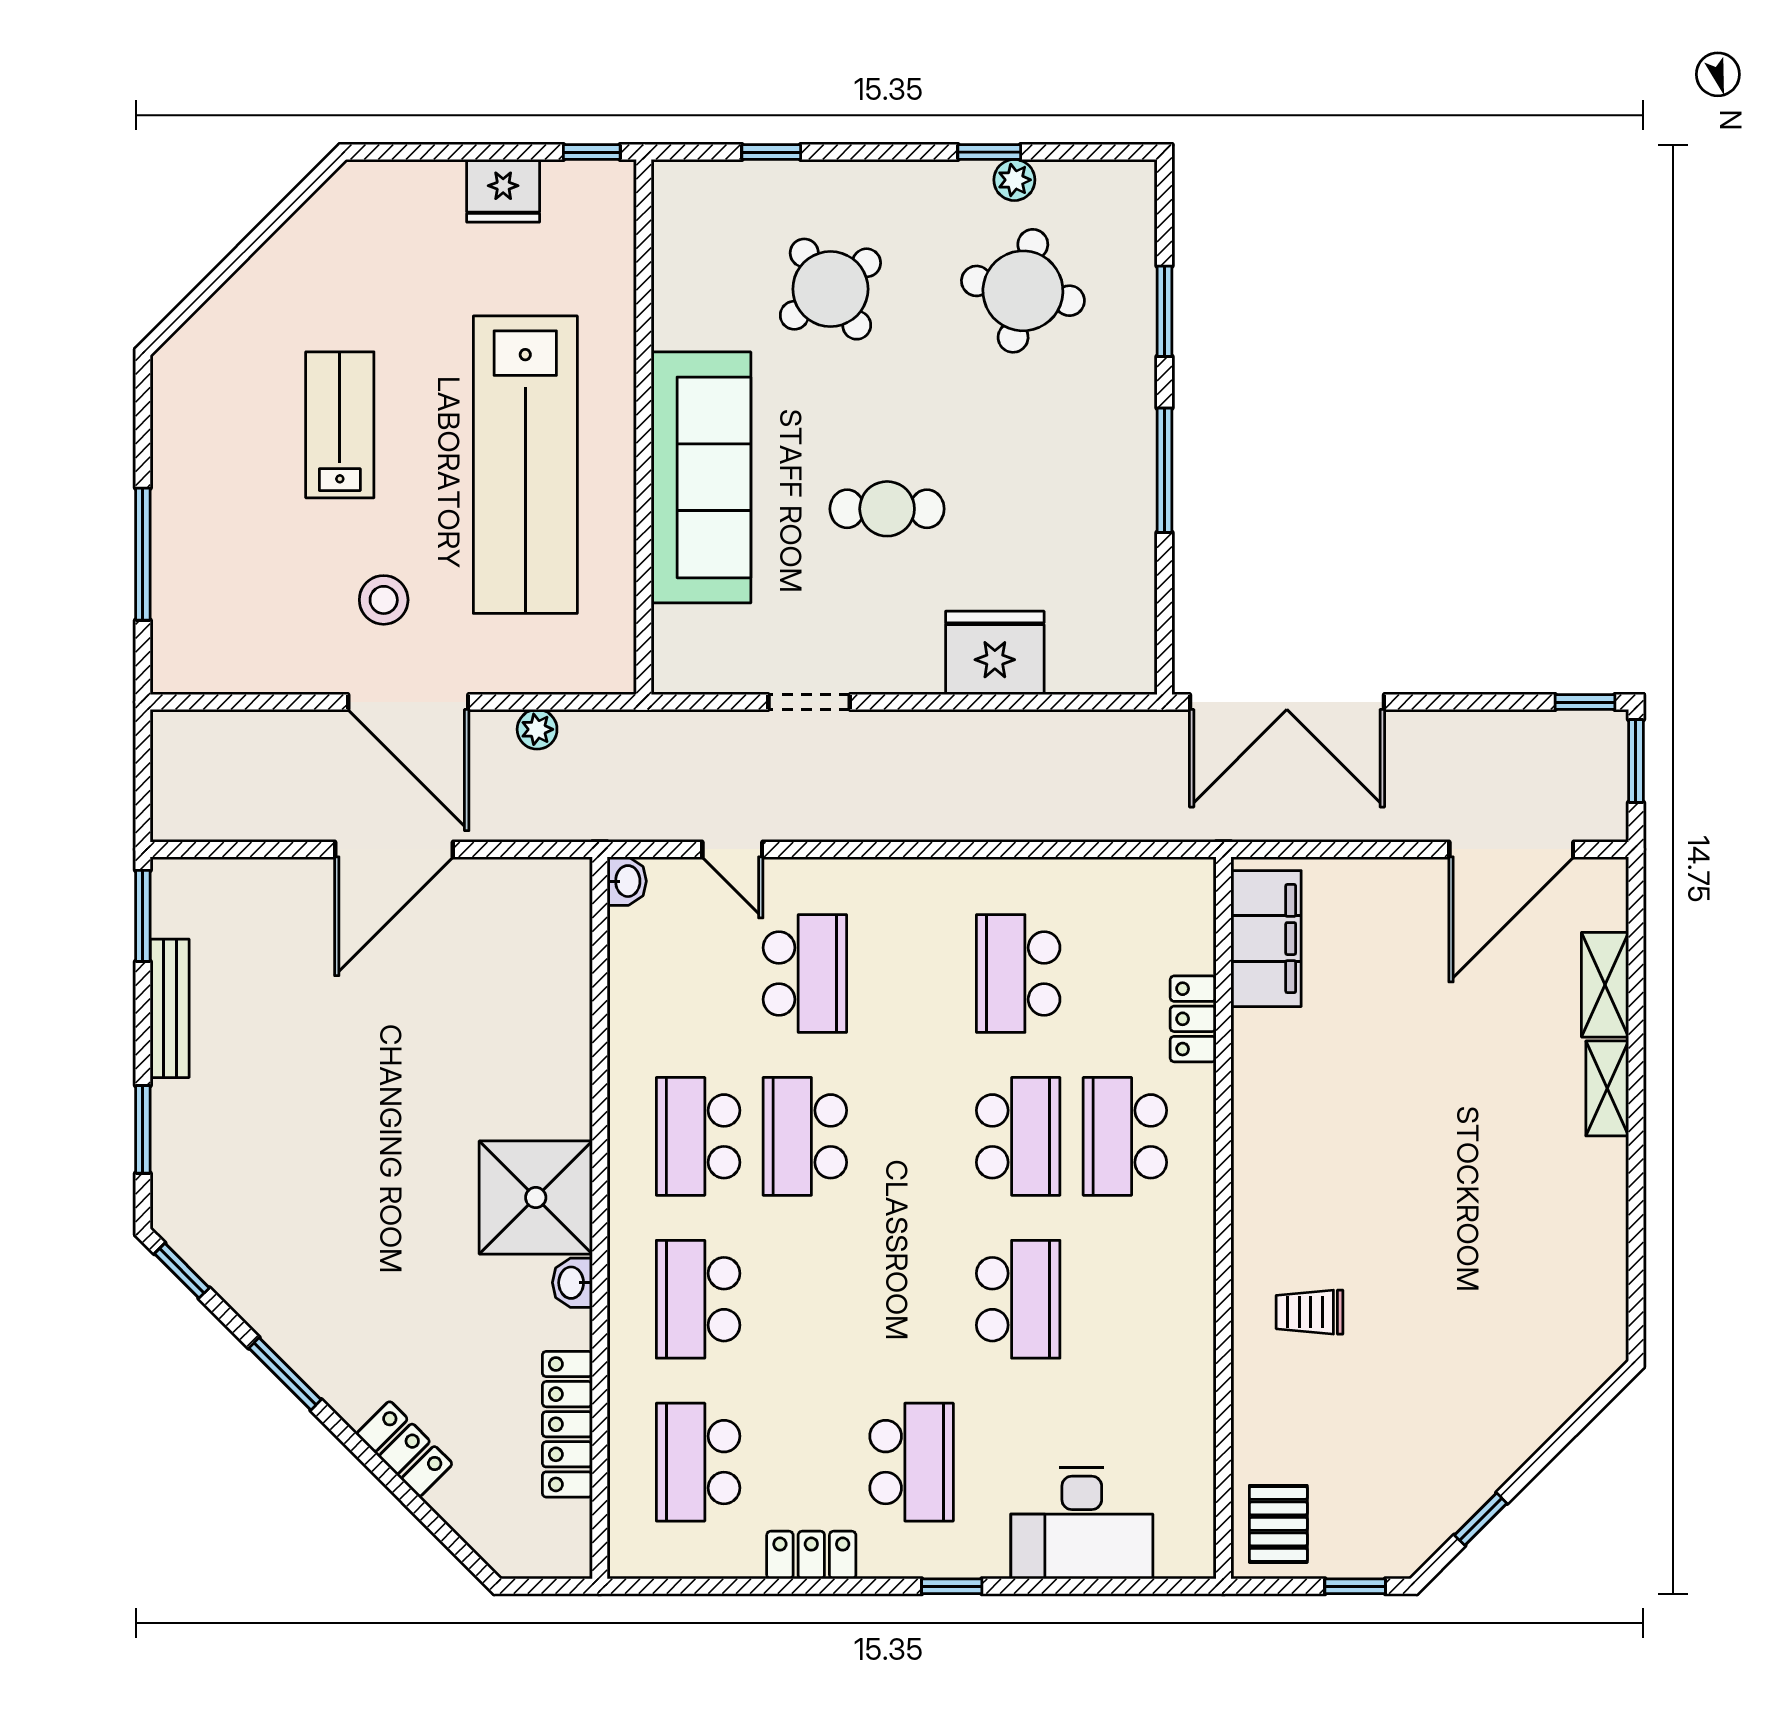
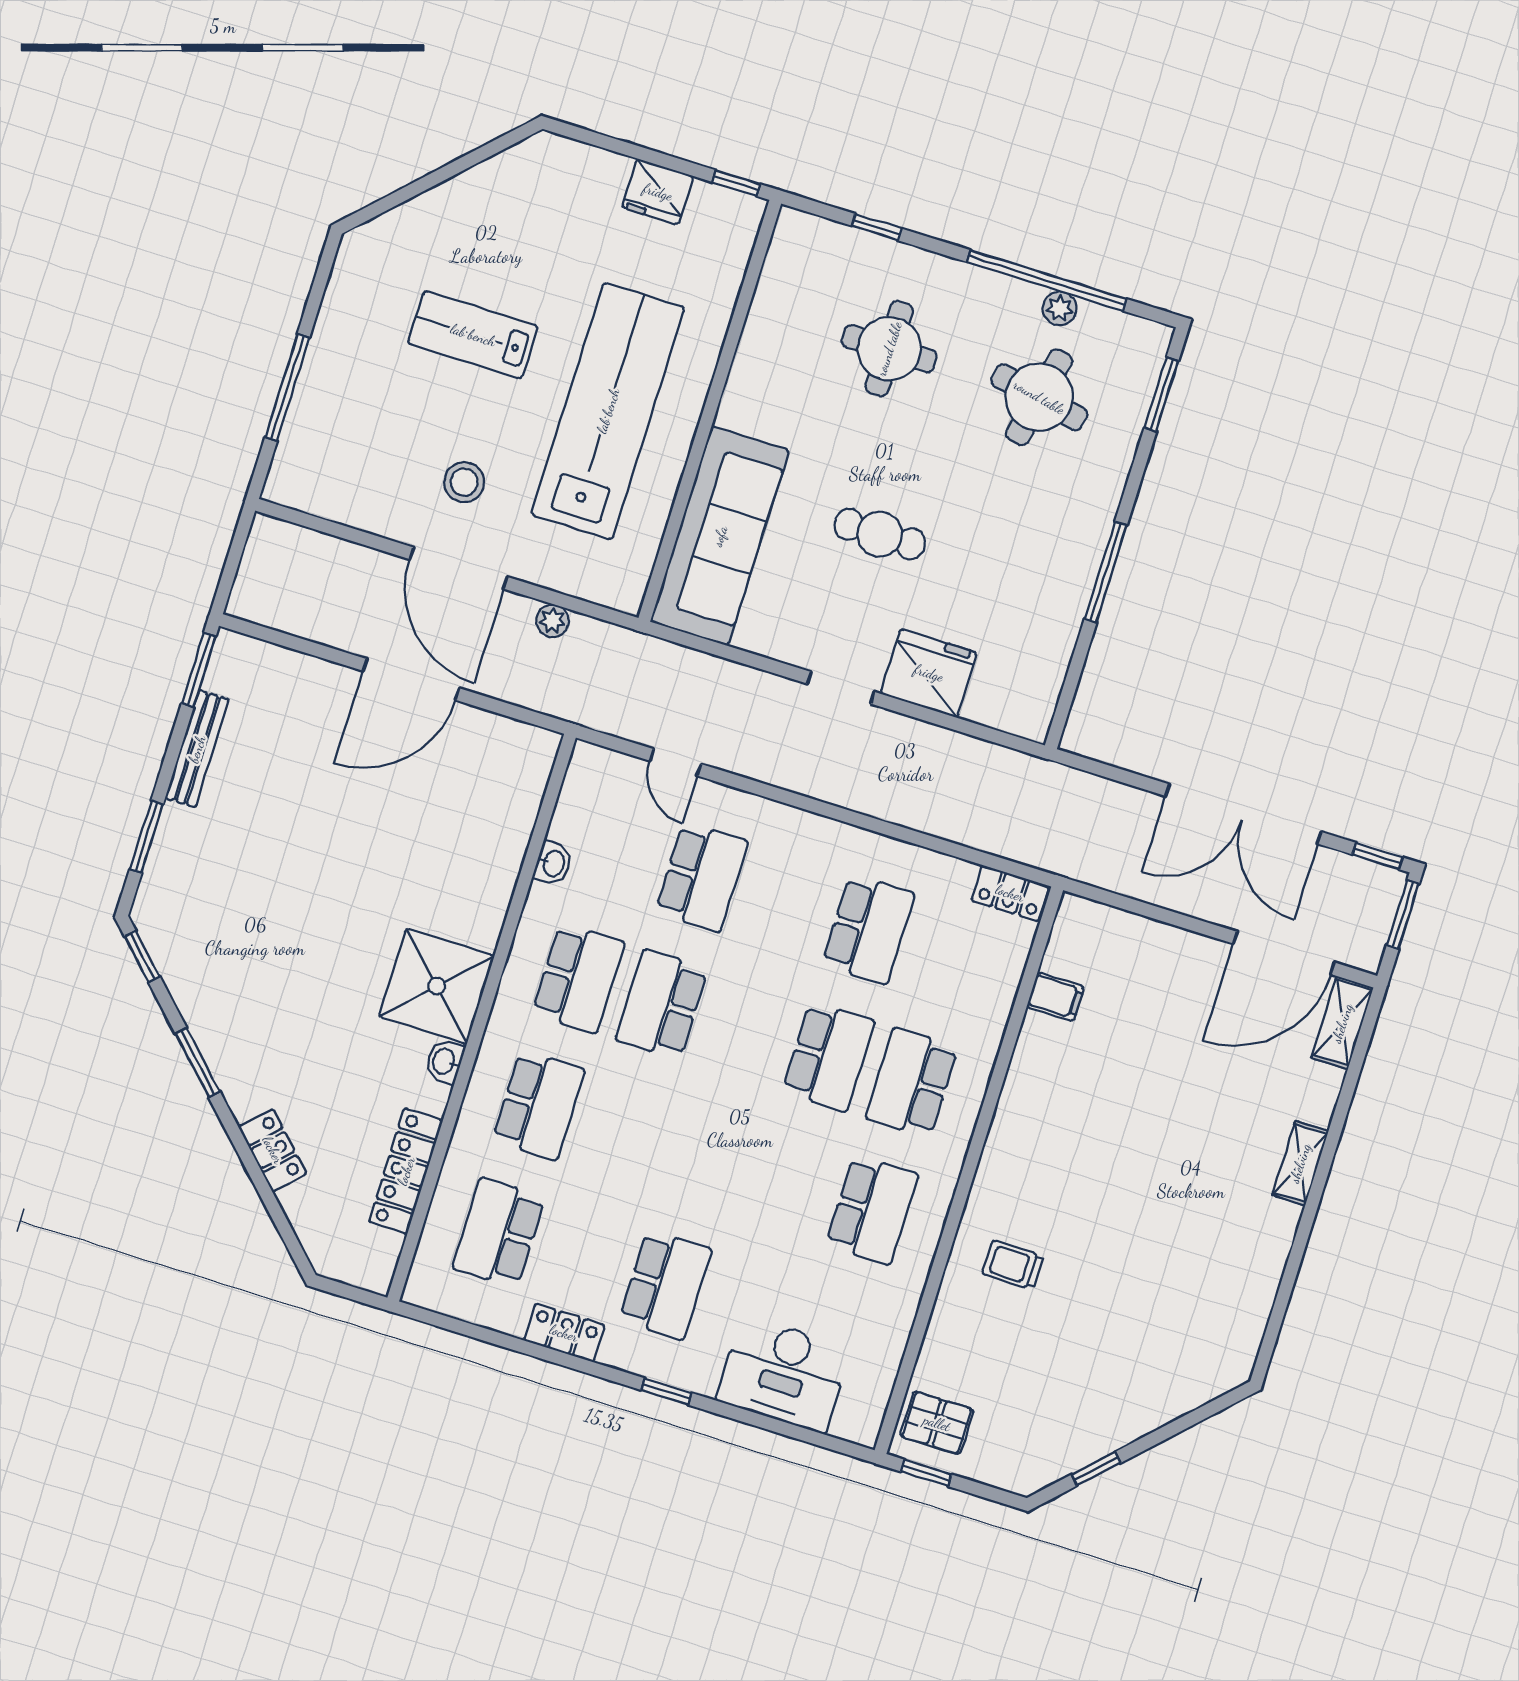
window: (989, 152) -> (1047, 280), width x3.17
round table: (830, 289) -> (889, 349), turned 36
window: (1164, 311) -> (1161, 394), moved
lab bench: (340, 425) -> (473, 335), turned -90
lab bench: (525, 465) -> (608, 411), turned 180
sofa: (701, 477) -> (720, 536), moved
doorway: (809, 702) -> (841, 688), moved
double door: (1287, 702) -> (1244, 814), moved
washbasin: (627, 881) -> (553, 863), moved
filing cabinet: (1266, 939) -> (1055, 997), width x0.33, depth x0.86
school desk: (1018, 973) -> (868, 929), turned 180
shelving: (1605, 985) -> (1342, 1023), moved
locker: (1193, 1019) -> (1010, 893), moved, turned -90
school desk: (698, 1136) -> (578, 978), turned 180
school desk: (698, 1299) -> (539, 1105), turned 180
school desk: (1018, 1299) -> (872, 1210), moved
pallet: (1278, 1524) -> (937, 1423), turned 90
window: (1355, 1586) -> (926, 1473), moved

